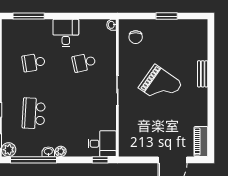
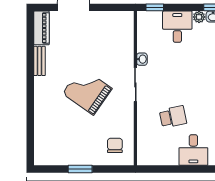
washbasin: (112, 25) -> (142, 59), moved
bench: (203, 74) -> (39, 61), moved
desk: (102, 144) -> (177, 27), moved, turned 90

